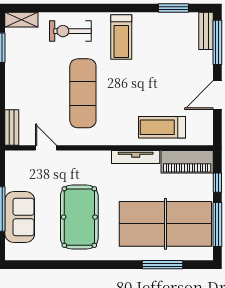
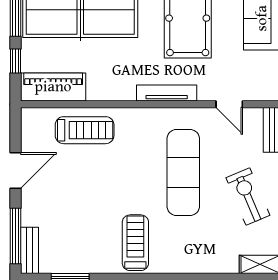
exercise bike: (70, 31) -> (248, 197), moved, turned -113
tv unit: (136, 157) -> (167, 93), moved

